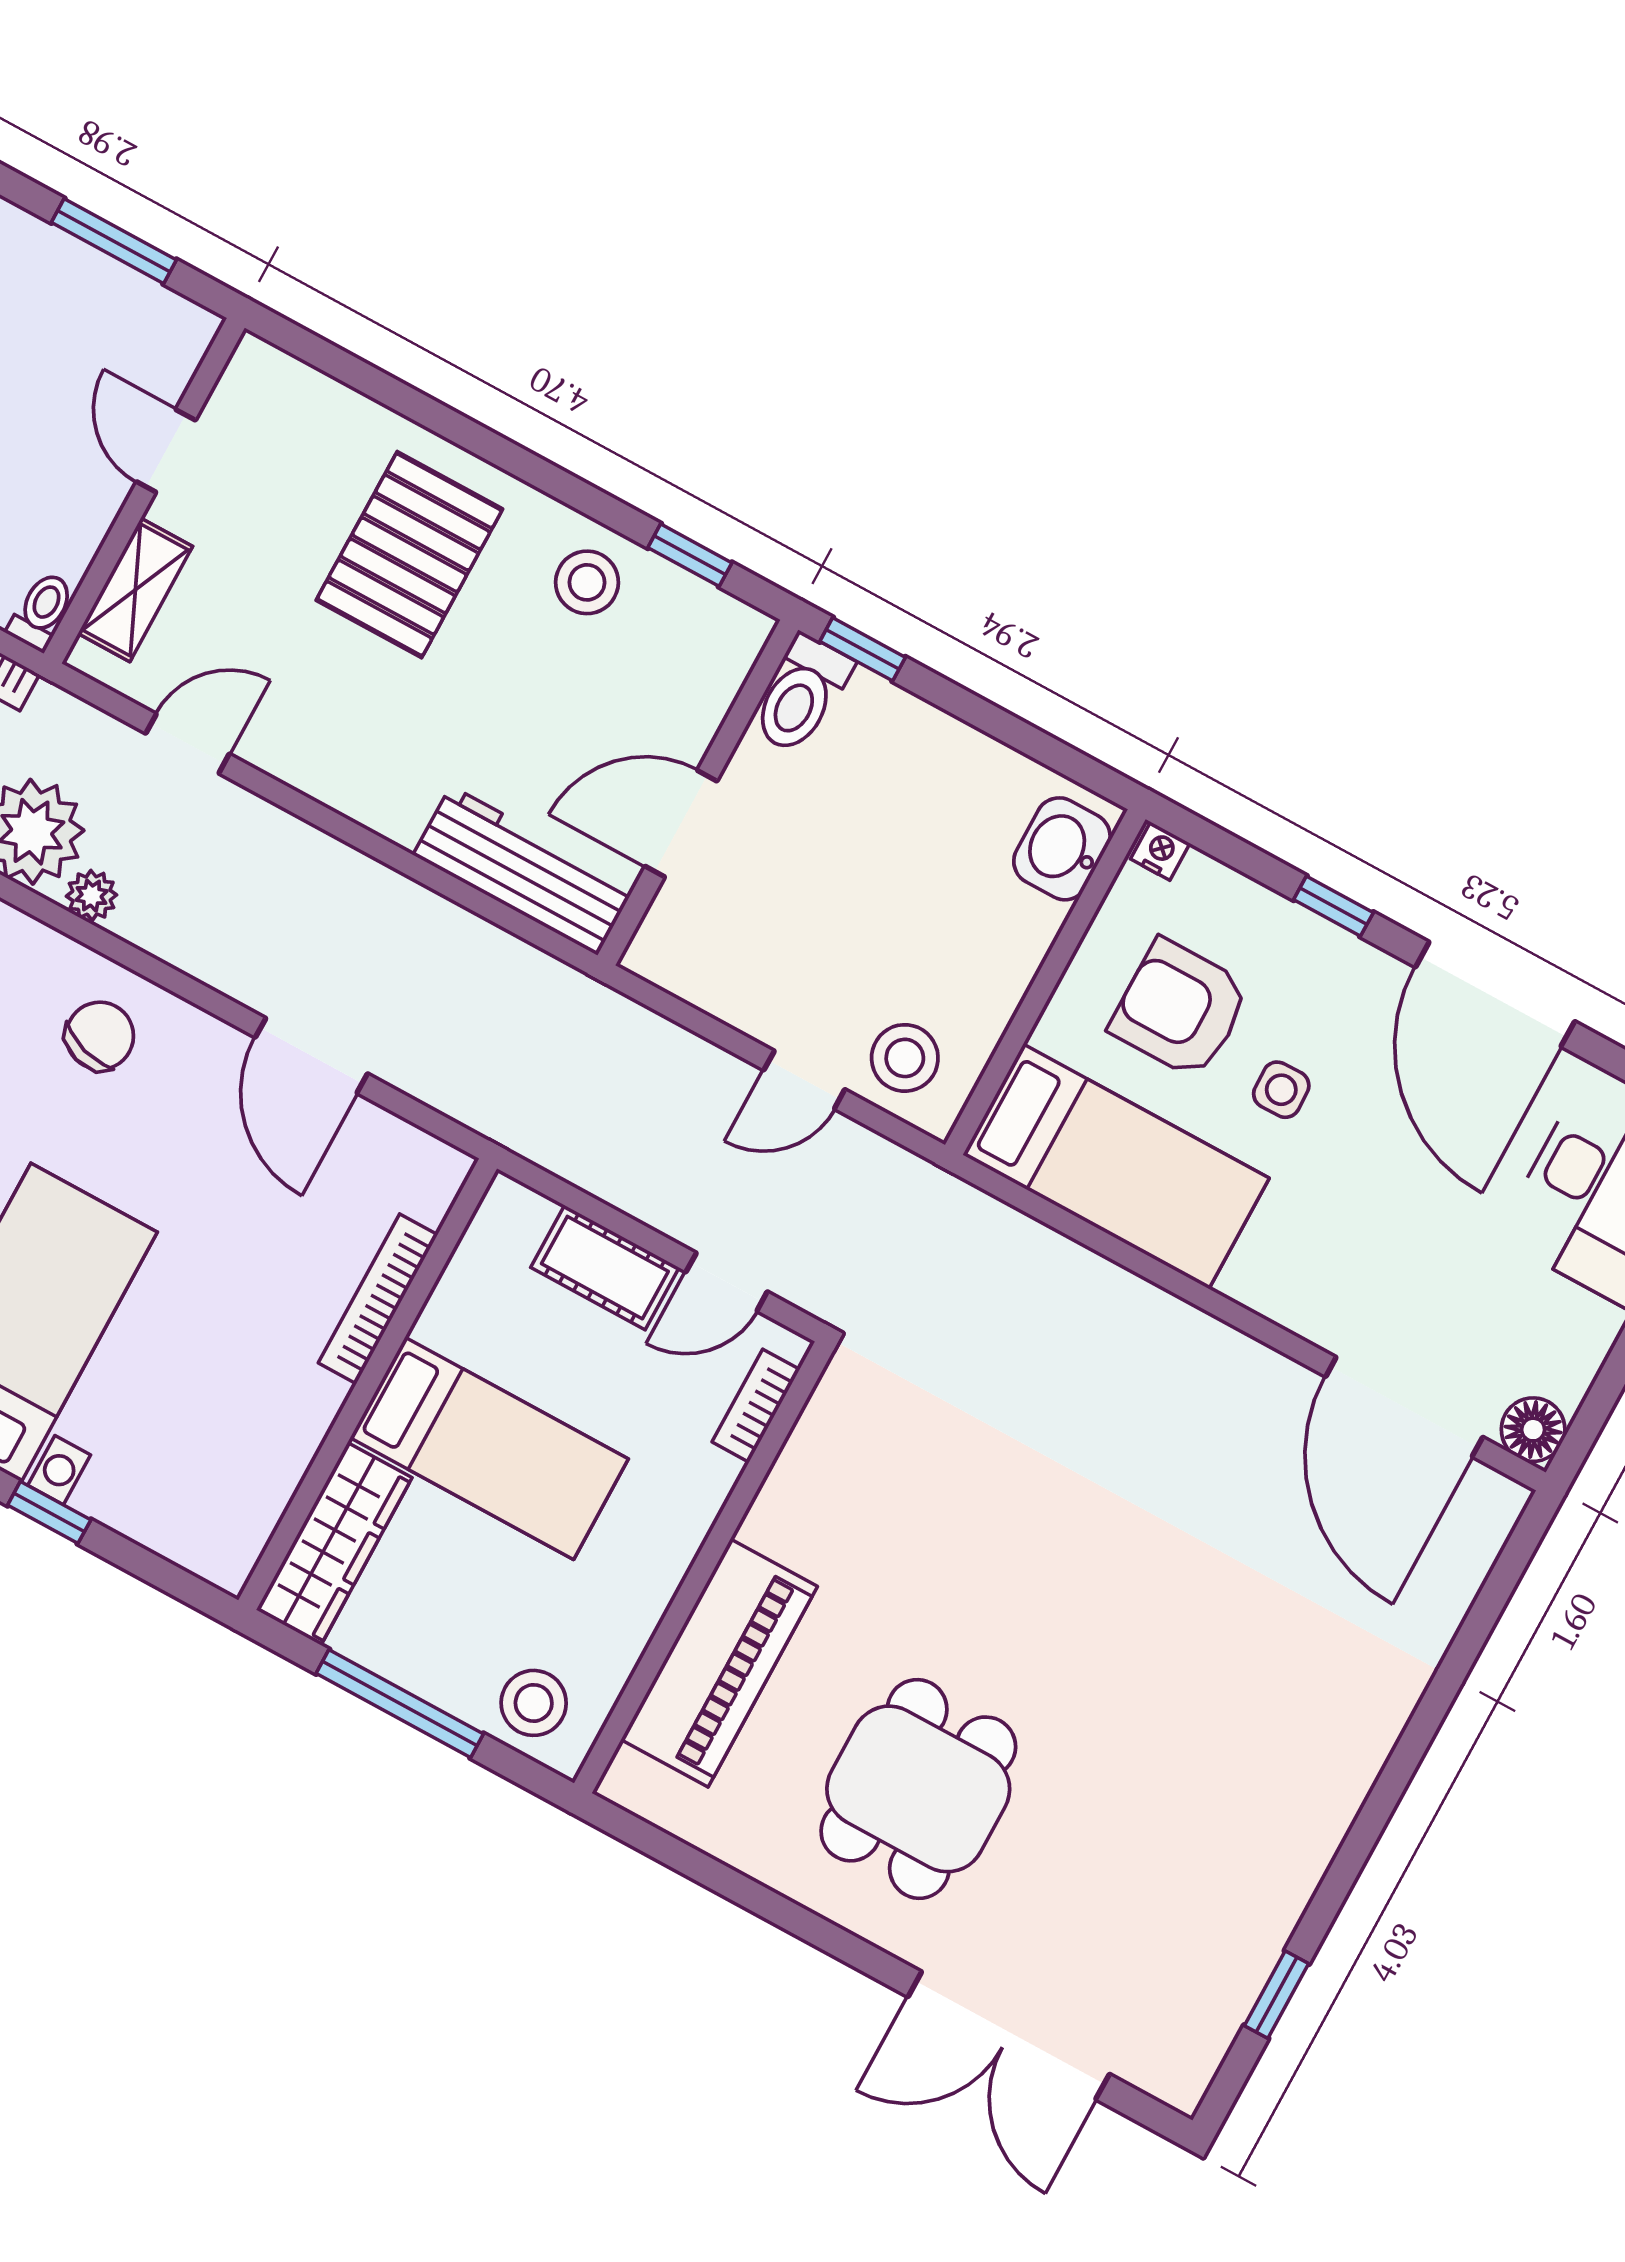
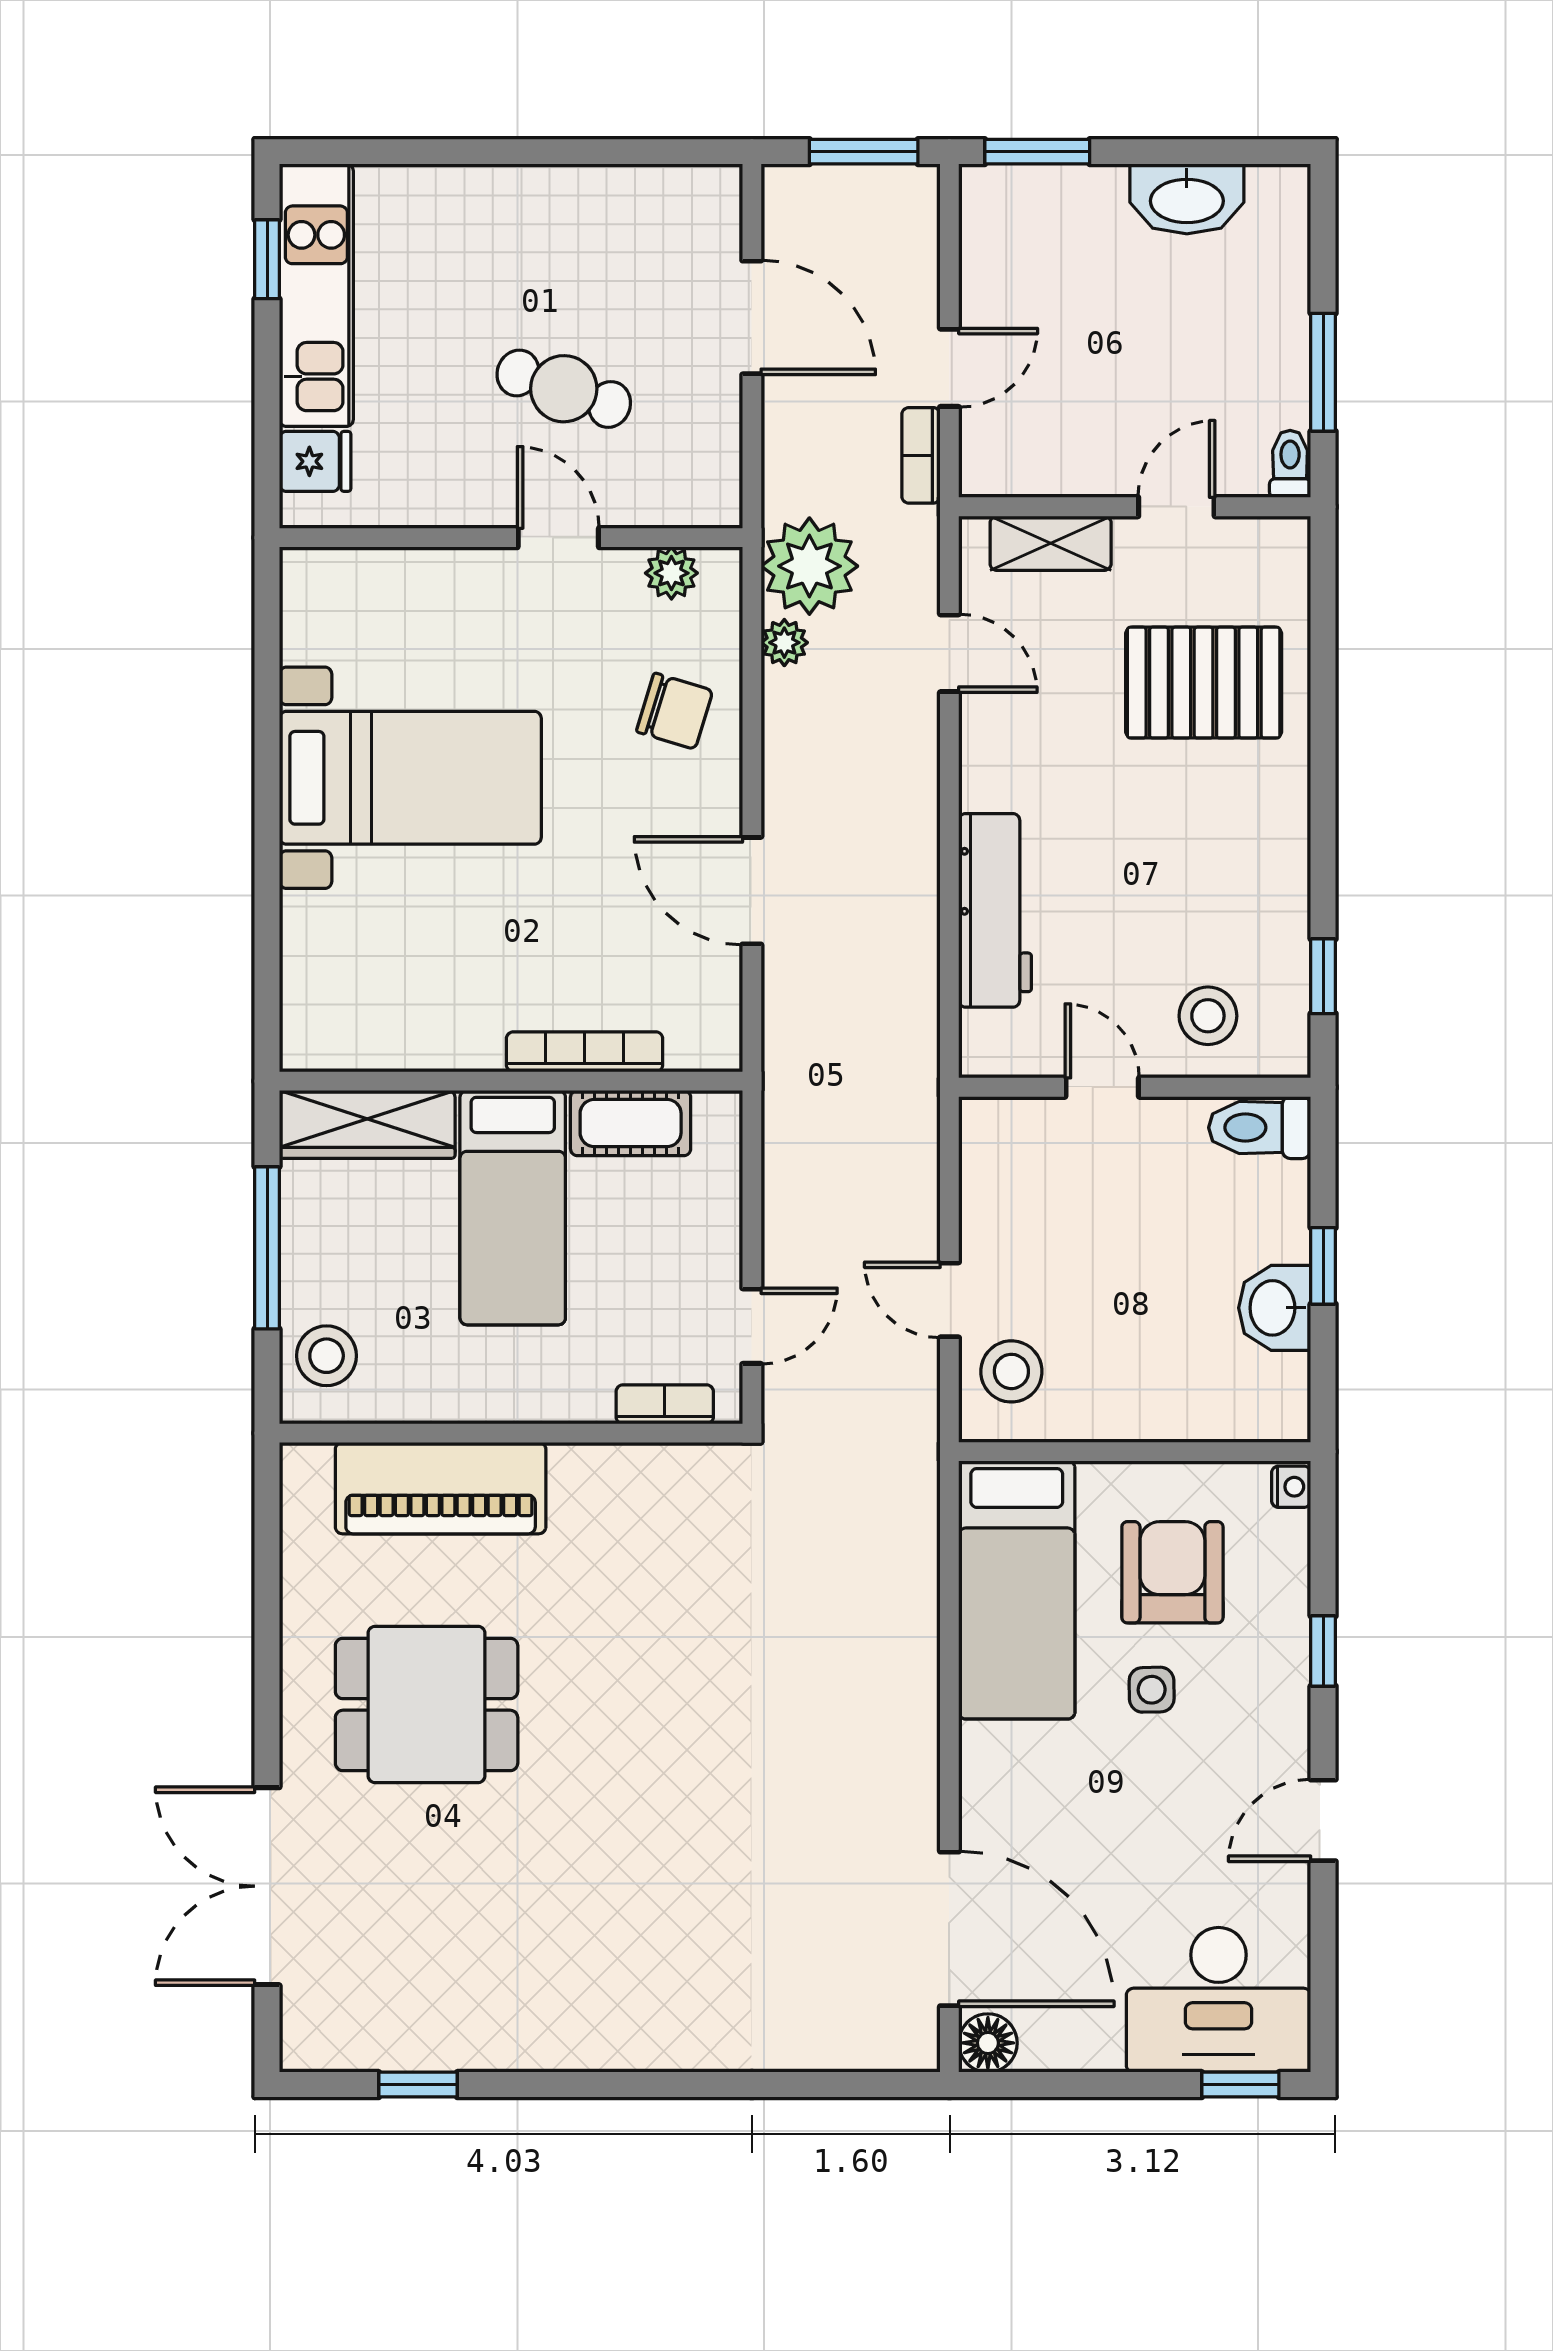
pallet: (409, 555) -> (1204, 683), moved
stool: (587, 582) -> (1208, 1016), moved
toilet: (42, 611) -> (1290, 464), moved, turned -90
window: (863, 649) -> (1323, 1266), moved
door: (681, 824) -> (1102, 1087), width x0.73
washbasin: (1062, 849) -> (1275, 1308), moved, turned -90
workbench: (524, 871) -> (995, 910), moved
door: (1495, 994) -> (1323, 1820), width x0.53
door: (311, 1056) -> (752, 891), hinge flipped
cot: (605, 1268) -> (631, 1123), moved, turned 90
door: (727, 1282) -> (752, 1326), swing flipped
door: (1404, 1407) -> (949, 1929), swing flipped
window: (49, 1512) -> (267, 880), removed

